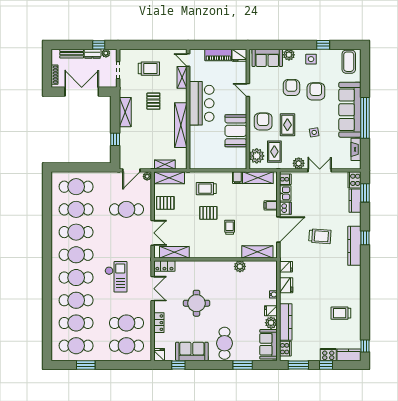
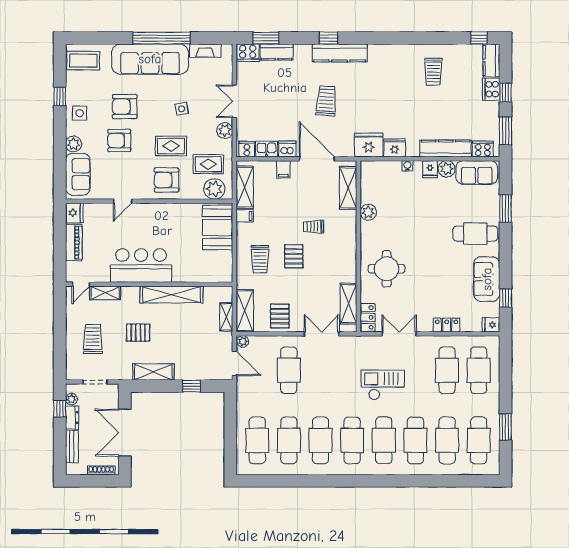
booth: (236, 131) -> (218, 228), moved, turned 90
fridge: (286, 267) -> (369, 145), width x1.88, depth x1.34
round table: (197, 303) -> (387, 269), moved

